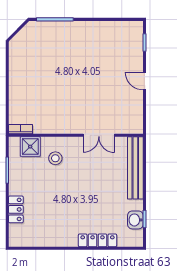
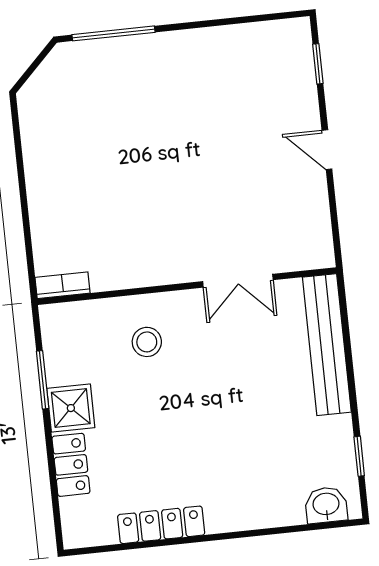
shower: (30, 147) -> (71, 408), moved
washbasin: (135, 220) -> (326, 505), moved, turned 90
locker: (97, 240) -> (161, 525), moved

